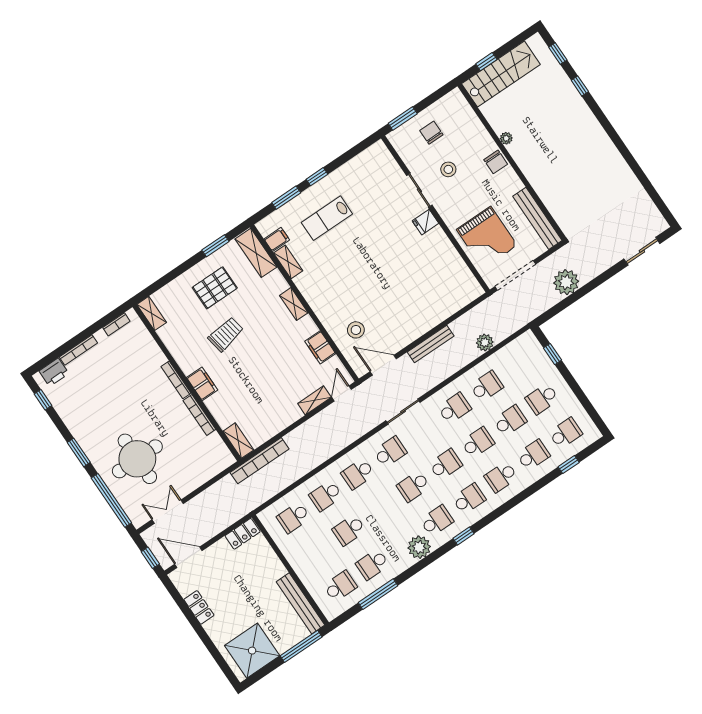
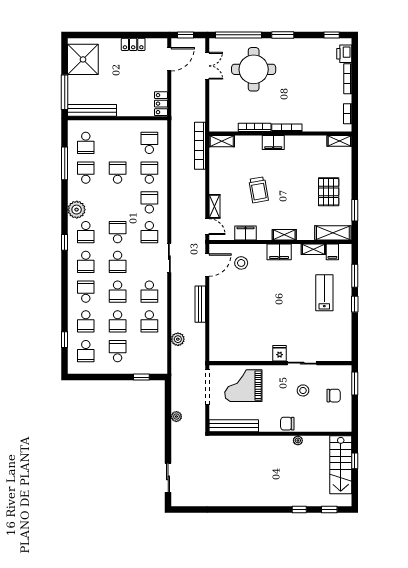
plant: (566, 282) -> (176, 417), width x0.53, depth x0.53
filing cabinet: (316, 297) -> (279, 252), added
trolley: (226, 334) -> (259, 190), moved

